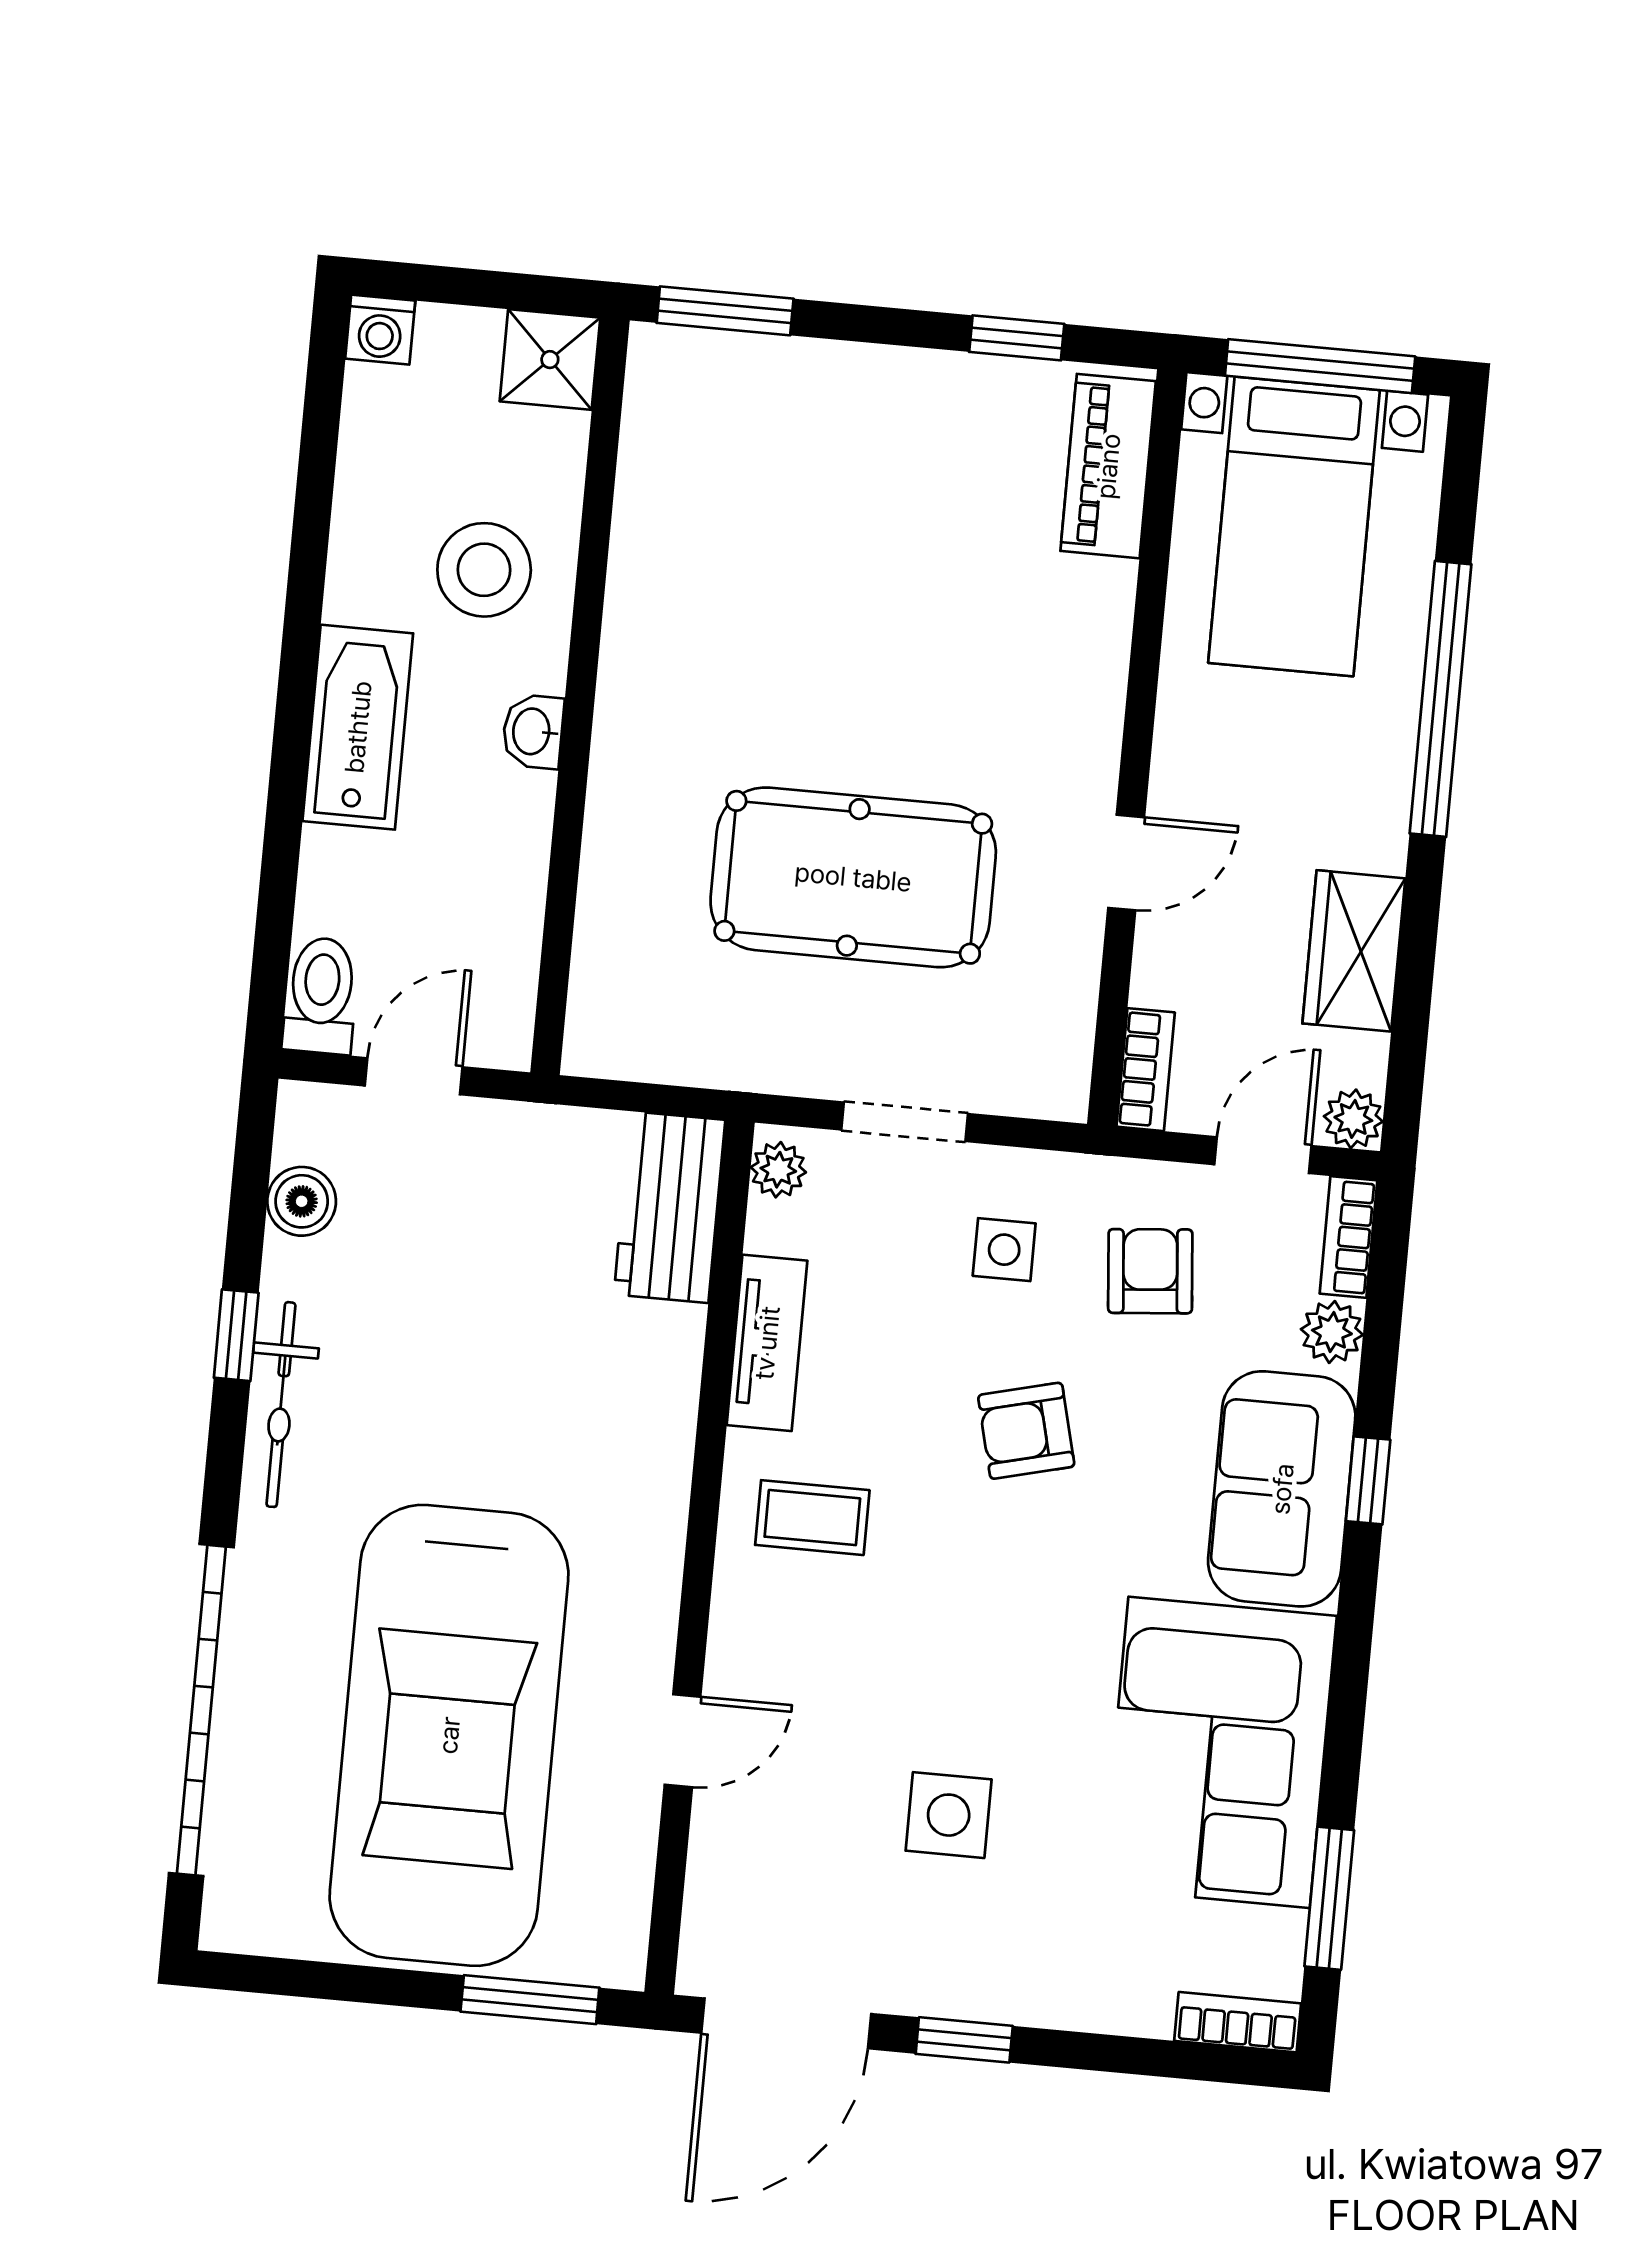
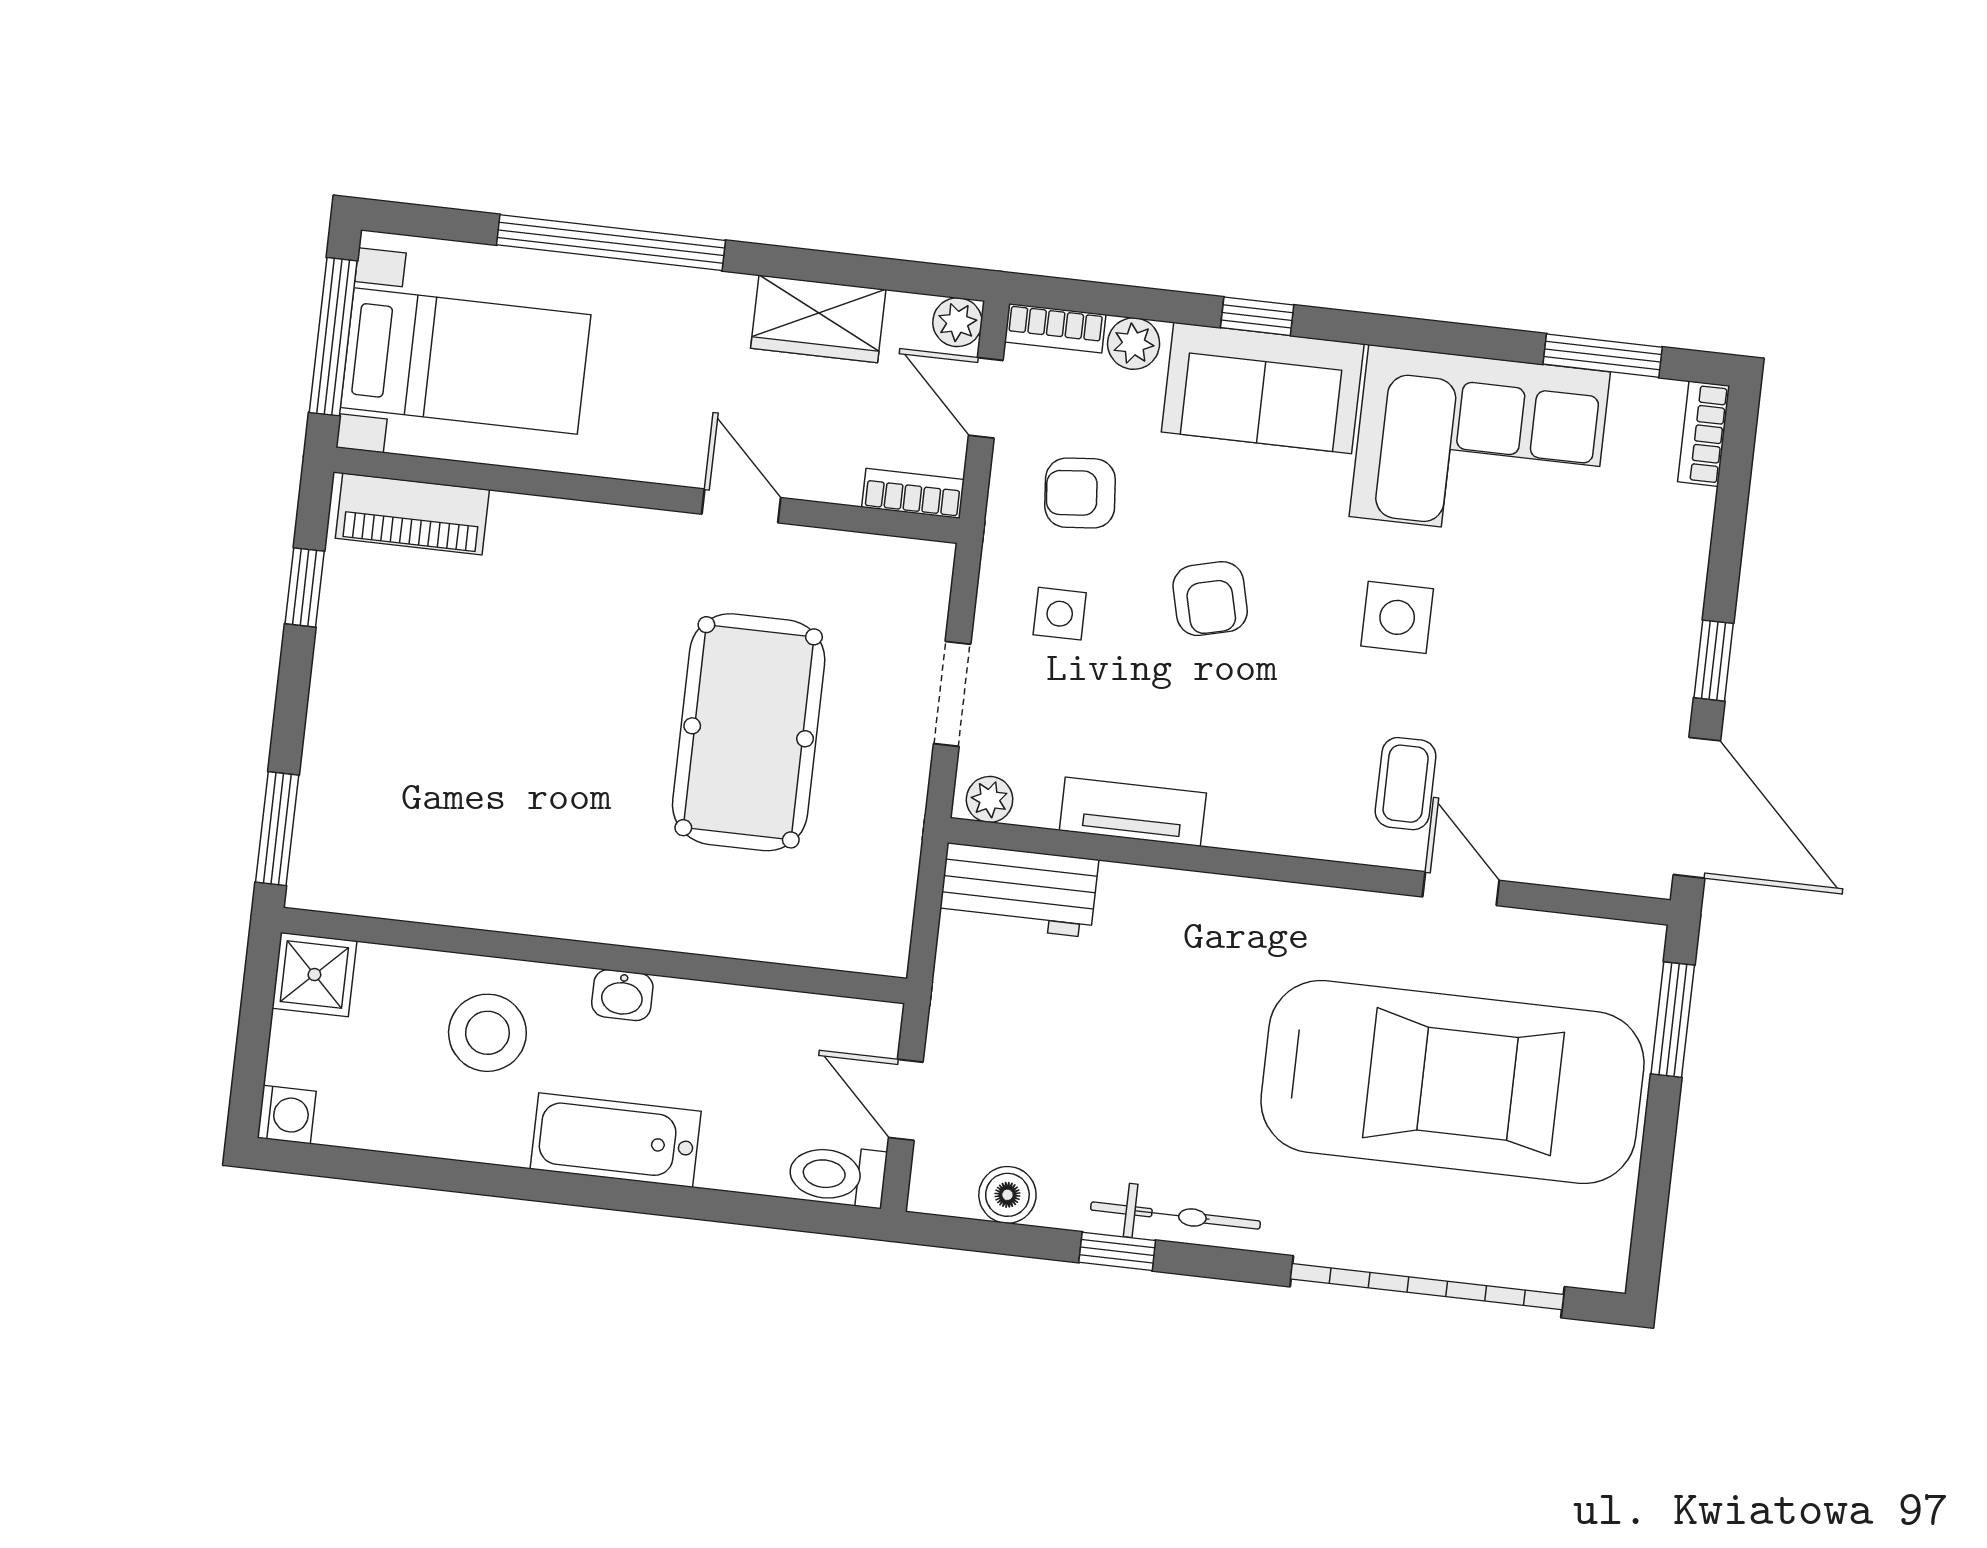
coffee table: (812, 1518) -> (1406, 784), moved
side table: (949, 1815) -> (1397, 617), moved

